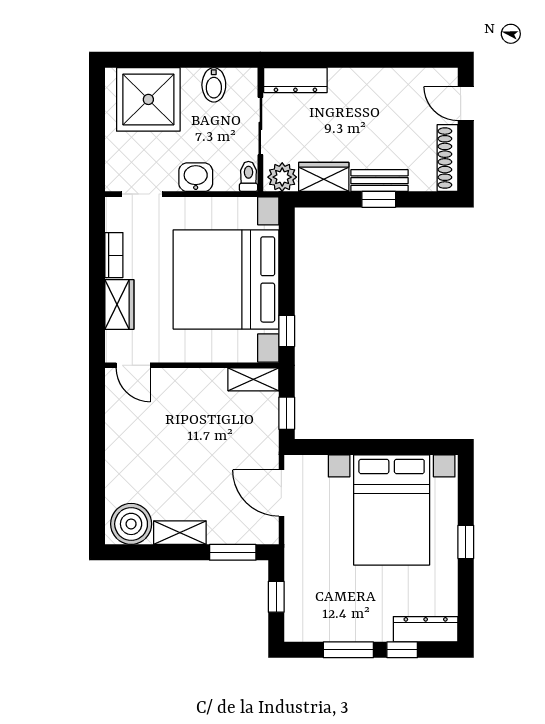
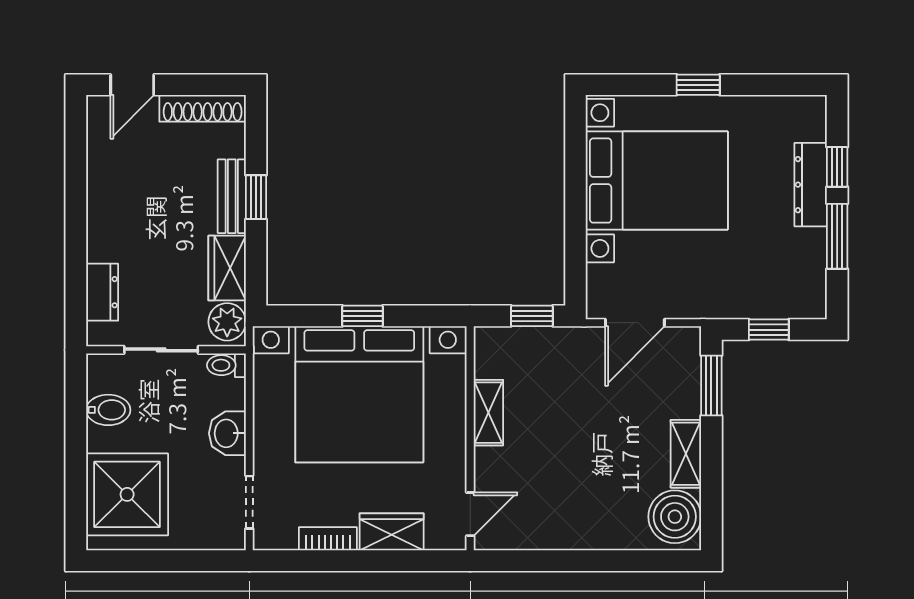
dresser: (295, 80) -> (102, 292), width x0.70
window: (287, 331) -> (362, 316), moved
shelving: (253, 379) -> (488, 413), moved
dresser: (426, 629) -> (811, 185), moved

